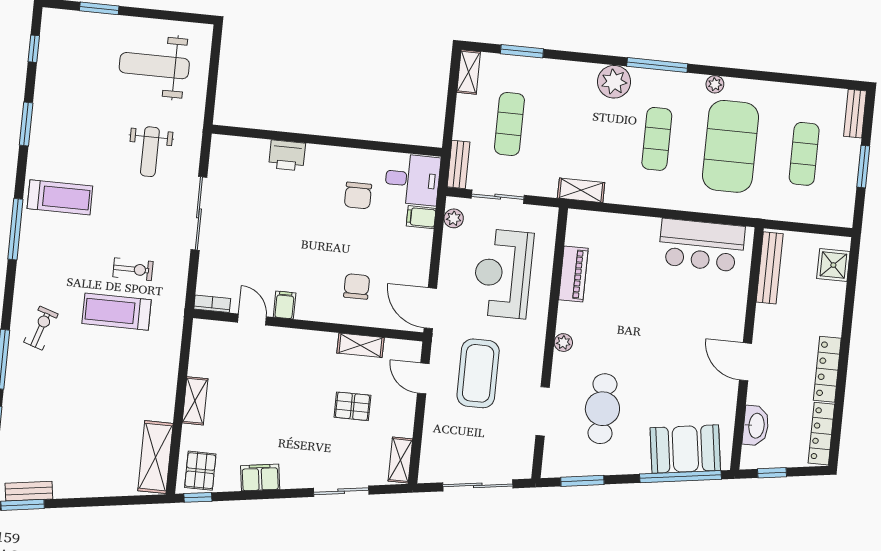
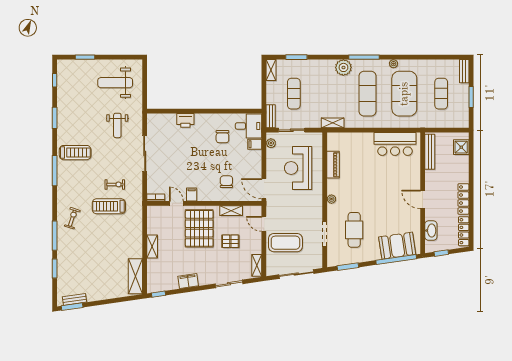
exercise mat: (657, 139) -> (367, 94), width x1.36, depth x1.45
coffee table: (478, 373) -> (285, 243), moved, turned 90
pallet: (200, 471) -> (199, 228), moved, width x2.05, depth x2.00

